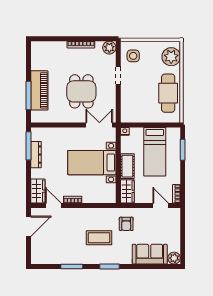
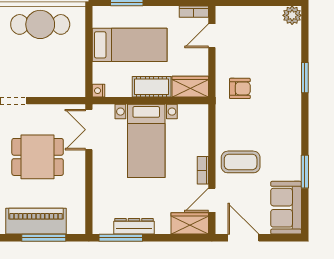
coffee table: (99, 238) -> (241, 162), moved, turned 90
sofa: (150, 254) -> (286, 208), moved
window: (109, 267) -> (305, 78), moved

